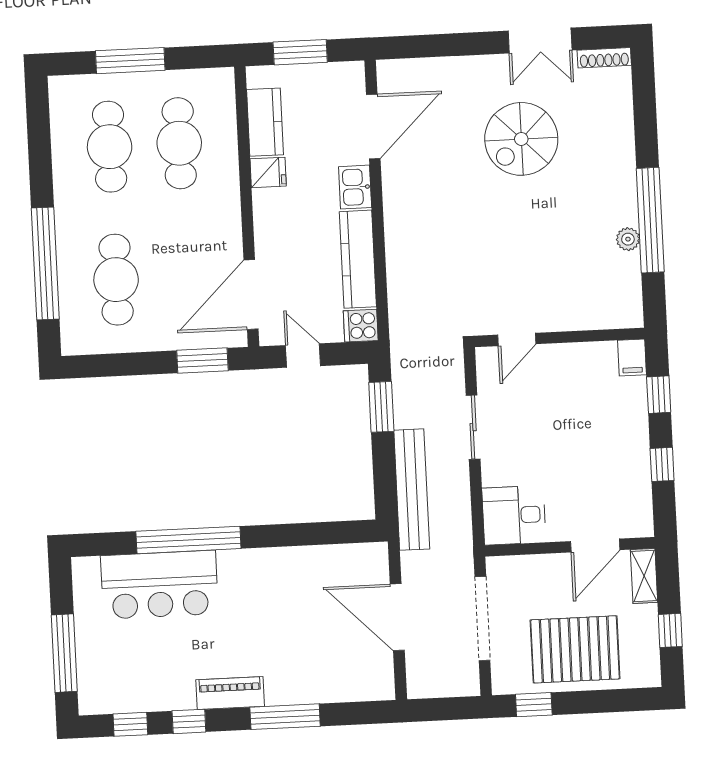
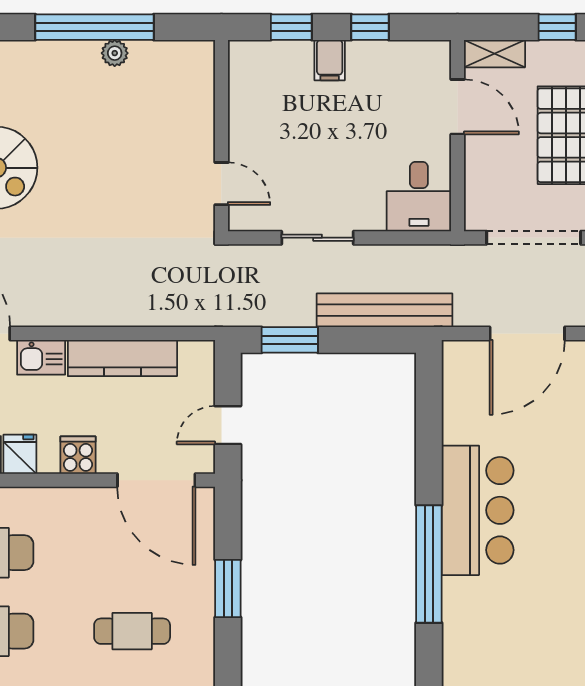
cafe table: (116, 280) -> (132, 631), width x0.73, depth x0.74
cooker: (361, 326) -> (78, 455), moved, turned 180
filing cabinet: (632, 358) -> (330, 60), moved, turned 90
window: (202, 361) -> (228, 588), moved
bar counter: (159, 585) -> (478, 510), moved

